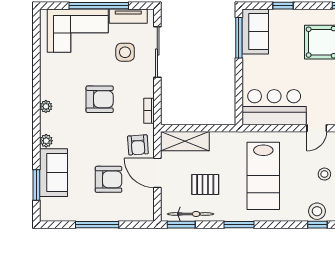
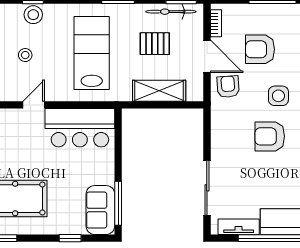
side table: (125, 52) -> (278, 96), moved
bookcase: (149, 111) -> (216, 23), moved
shelving: (185, 141) -> (159, 91), moved

